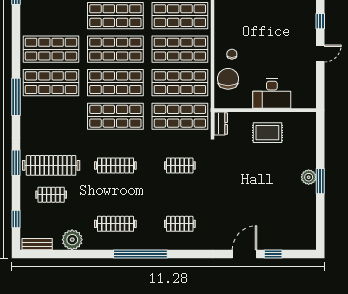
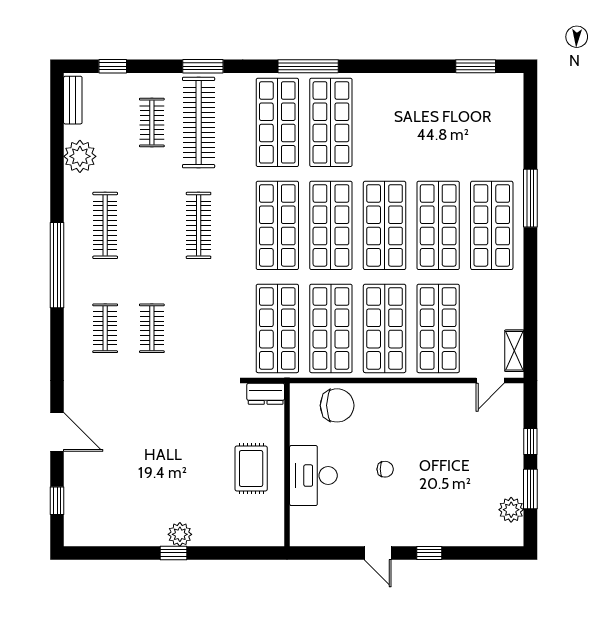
shop shelf: (51, 49) -> (277, 122), moved
chair: (232, 54) -> (385, 469), moved
clothes rail: (180, 165) -> (152, 328), moved
window: (320, 181) -> (174, 553), width x0.67
window: (273, 254) -> (57, 501), moved

